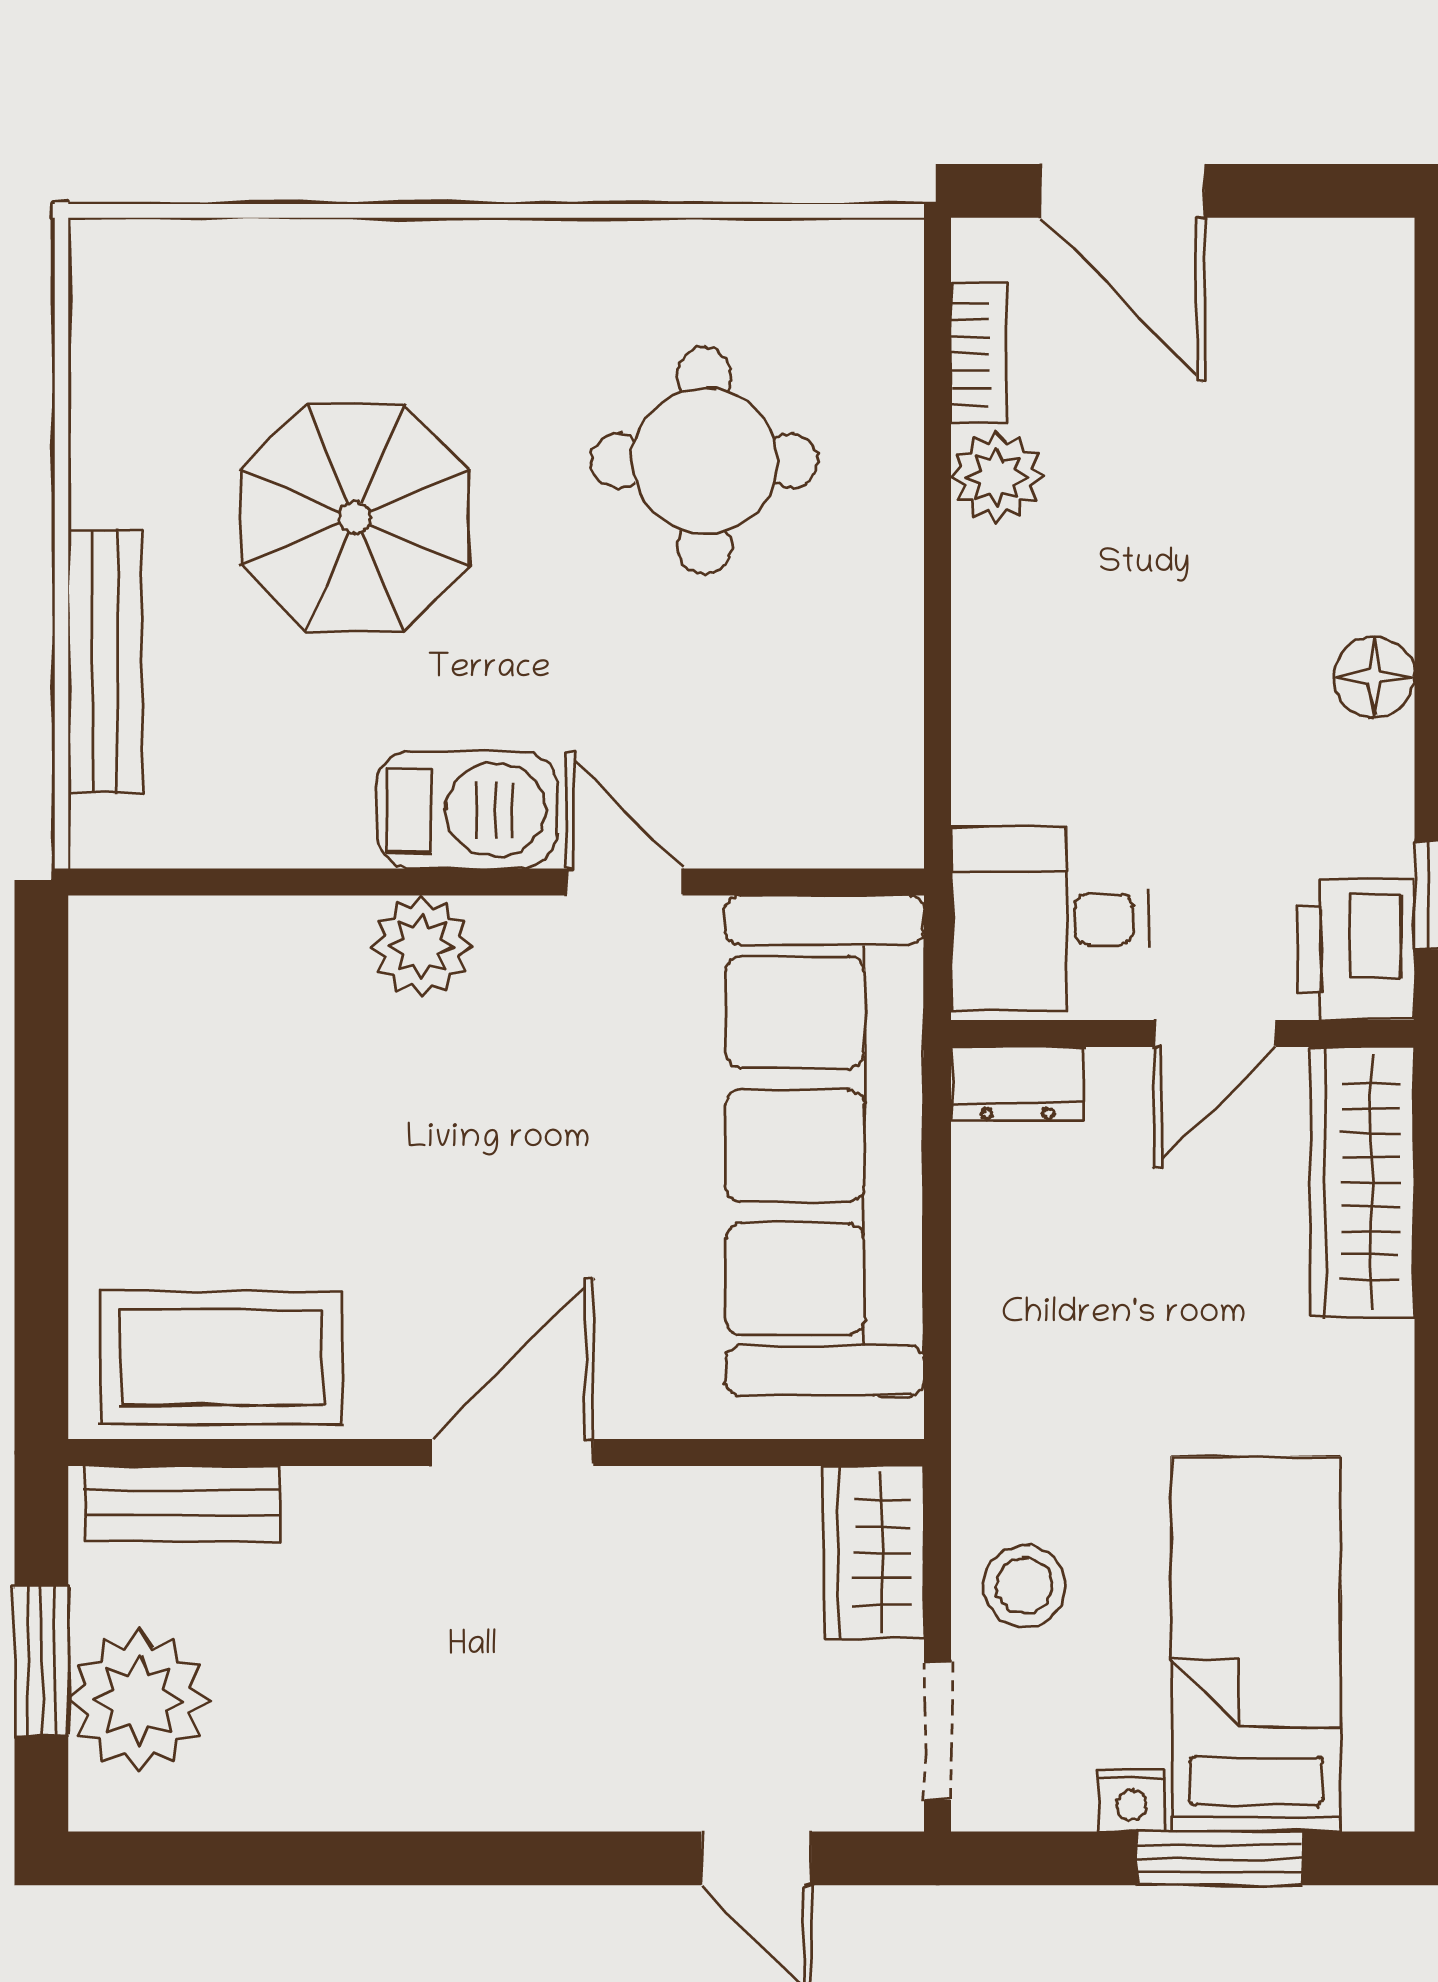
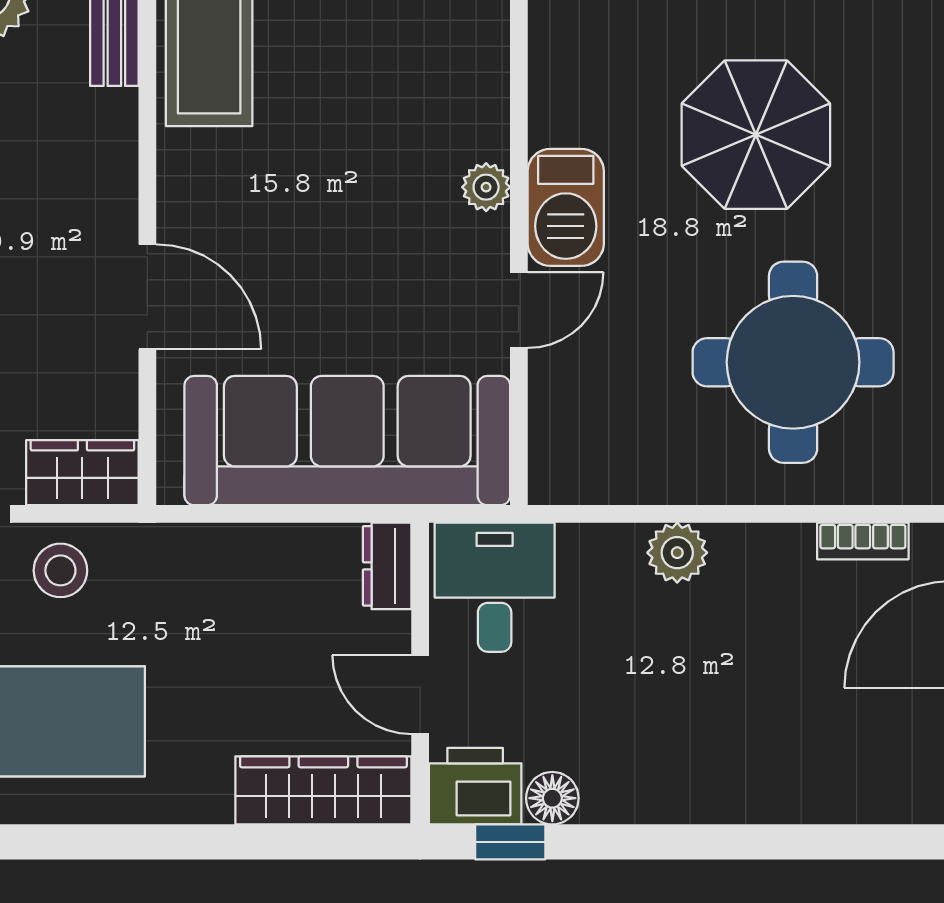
round table: (705, 461) -> (793, 362), width x1.36, depth x1.36
plant: (997, 477) -> (677, 553), moved
floor lamp: (1374, 677) -> (552, 798), moved
plant: (422, 946) -> (486, 187), width x0.73, depth x0.73
door: (513, 1453) -> (147, 297), moved

